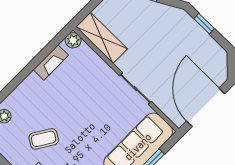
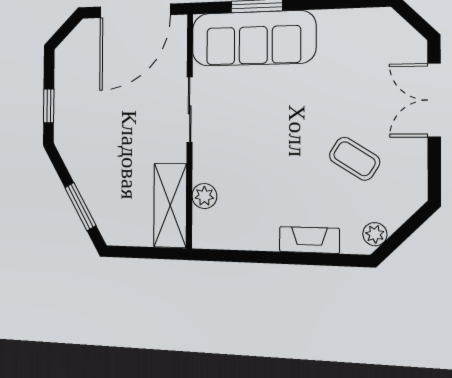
plant: (73, 40) -> (204, 196), moved
fireplace: (51, 62) -> (309, 240), moved

